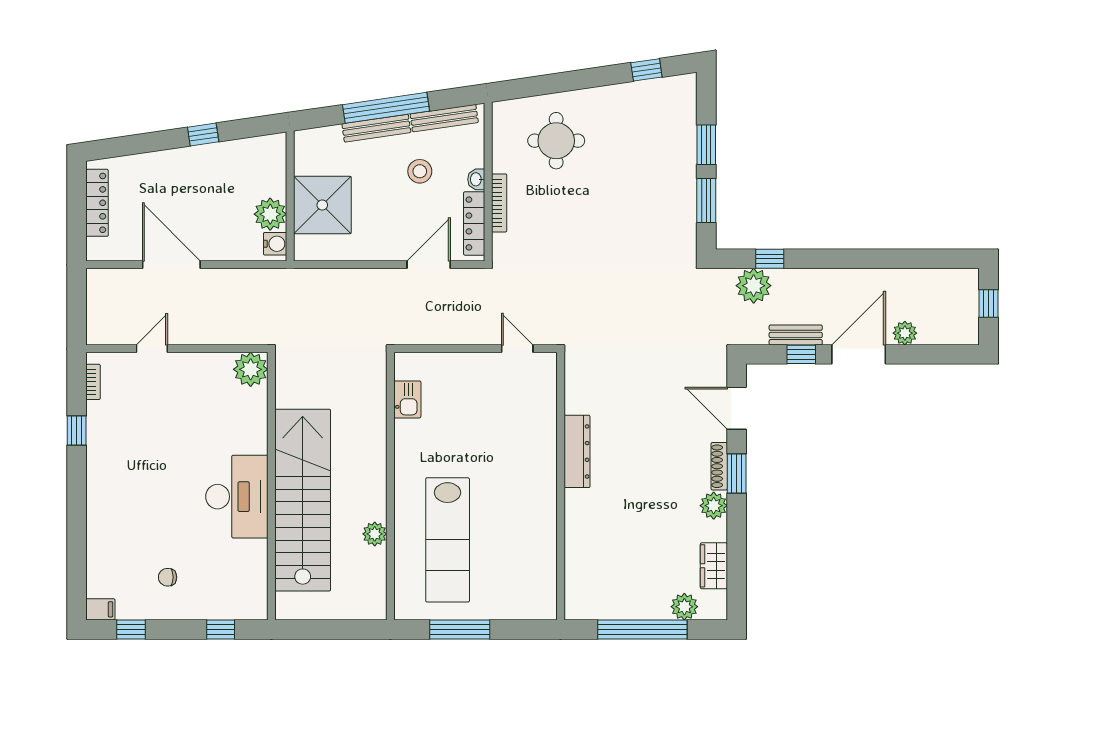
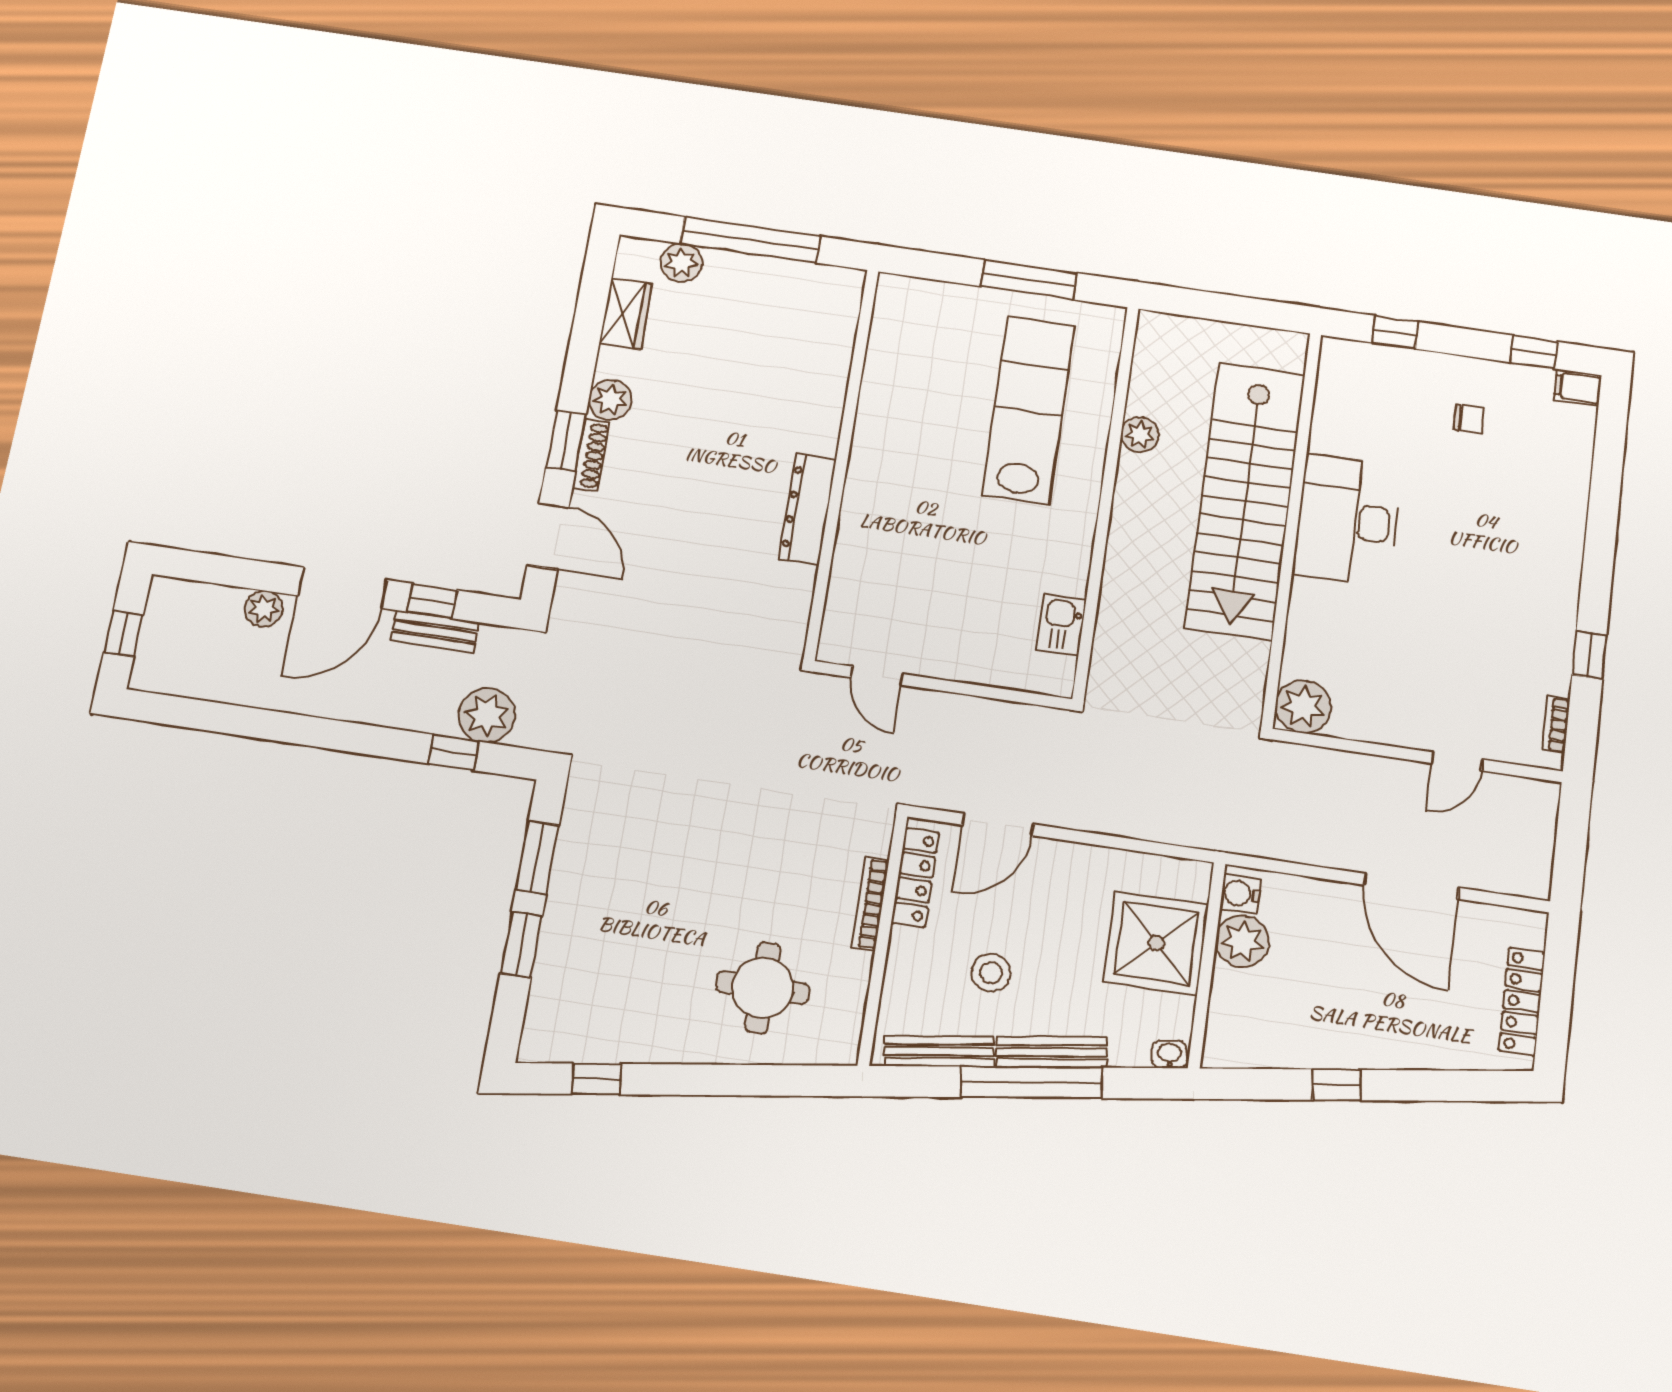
washbasin: (476, 179) -> (1170, 1054), moved, turned -98

